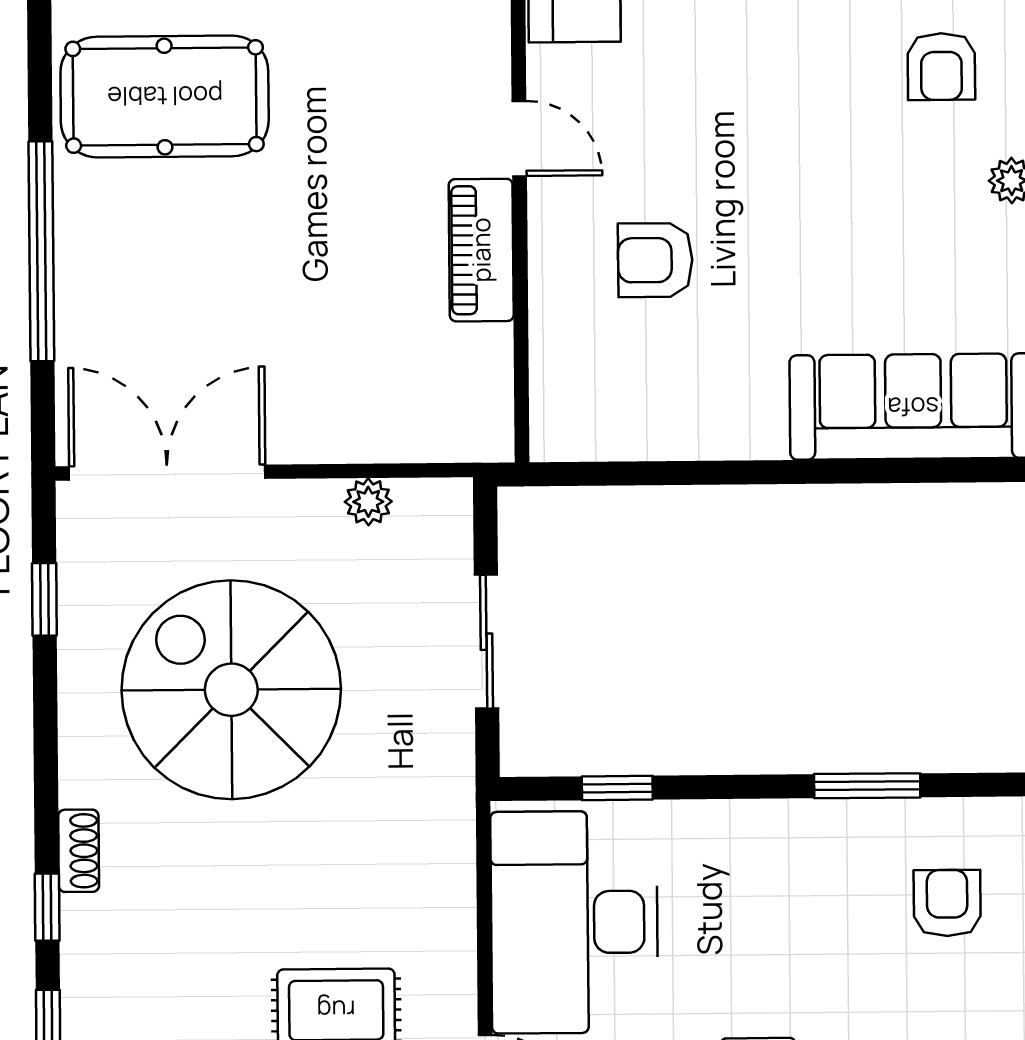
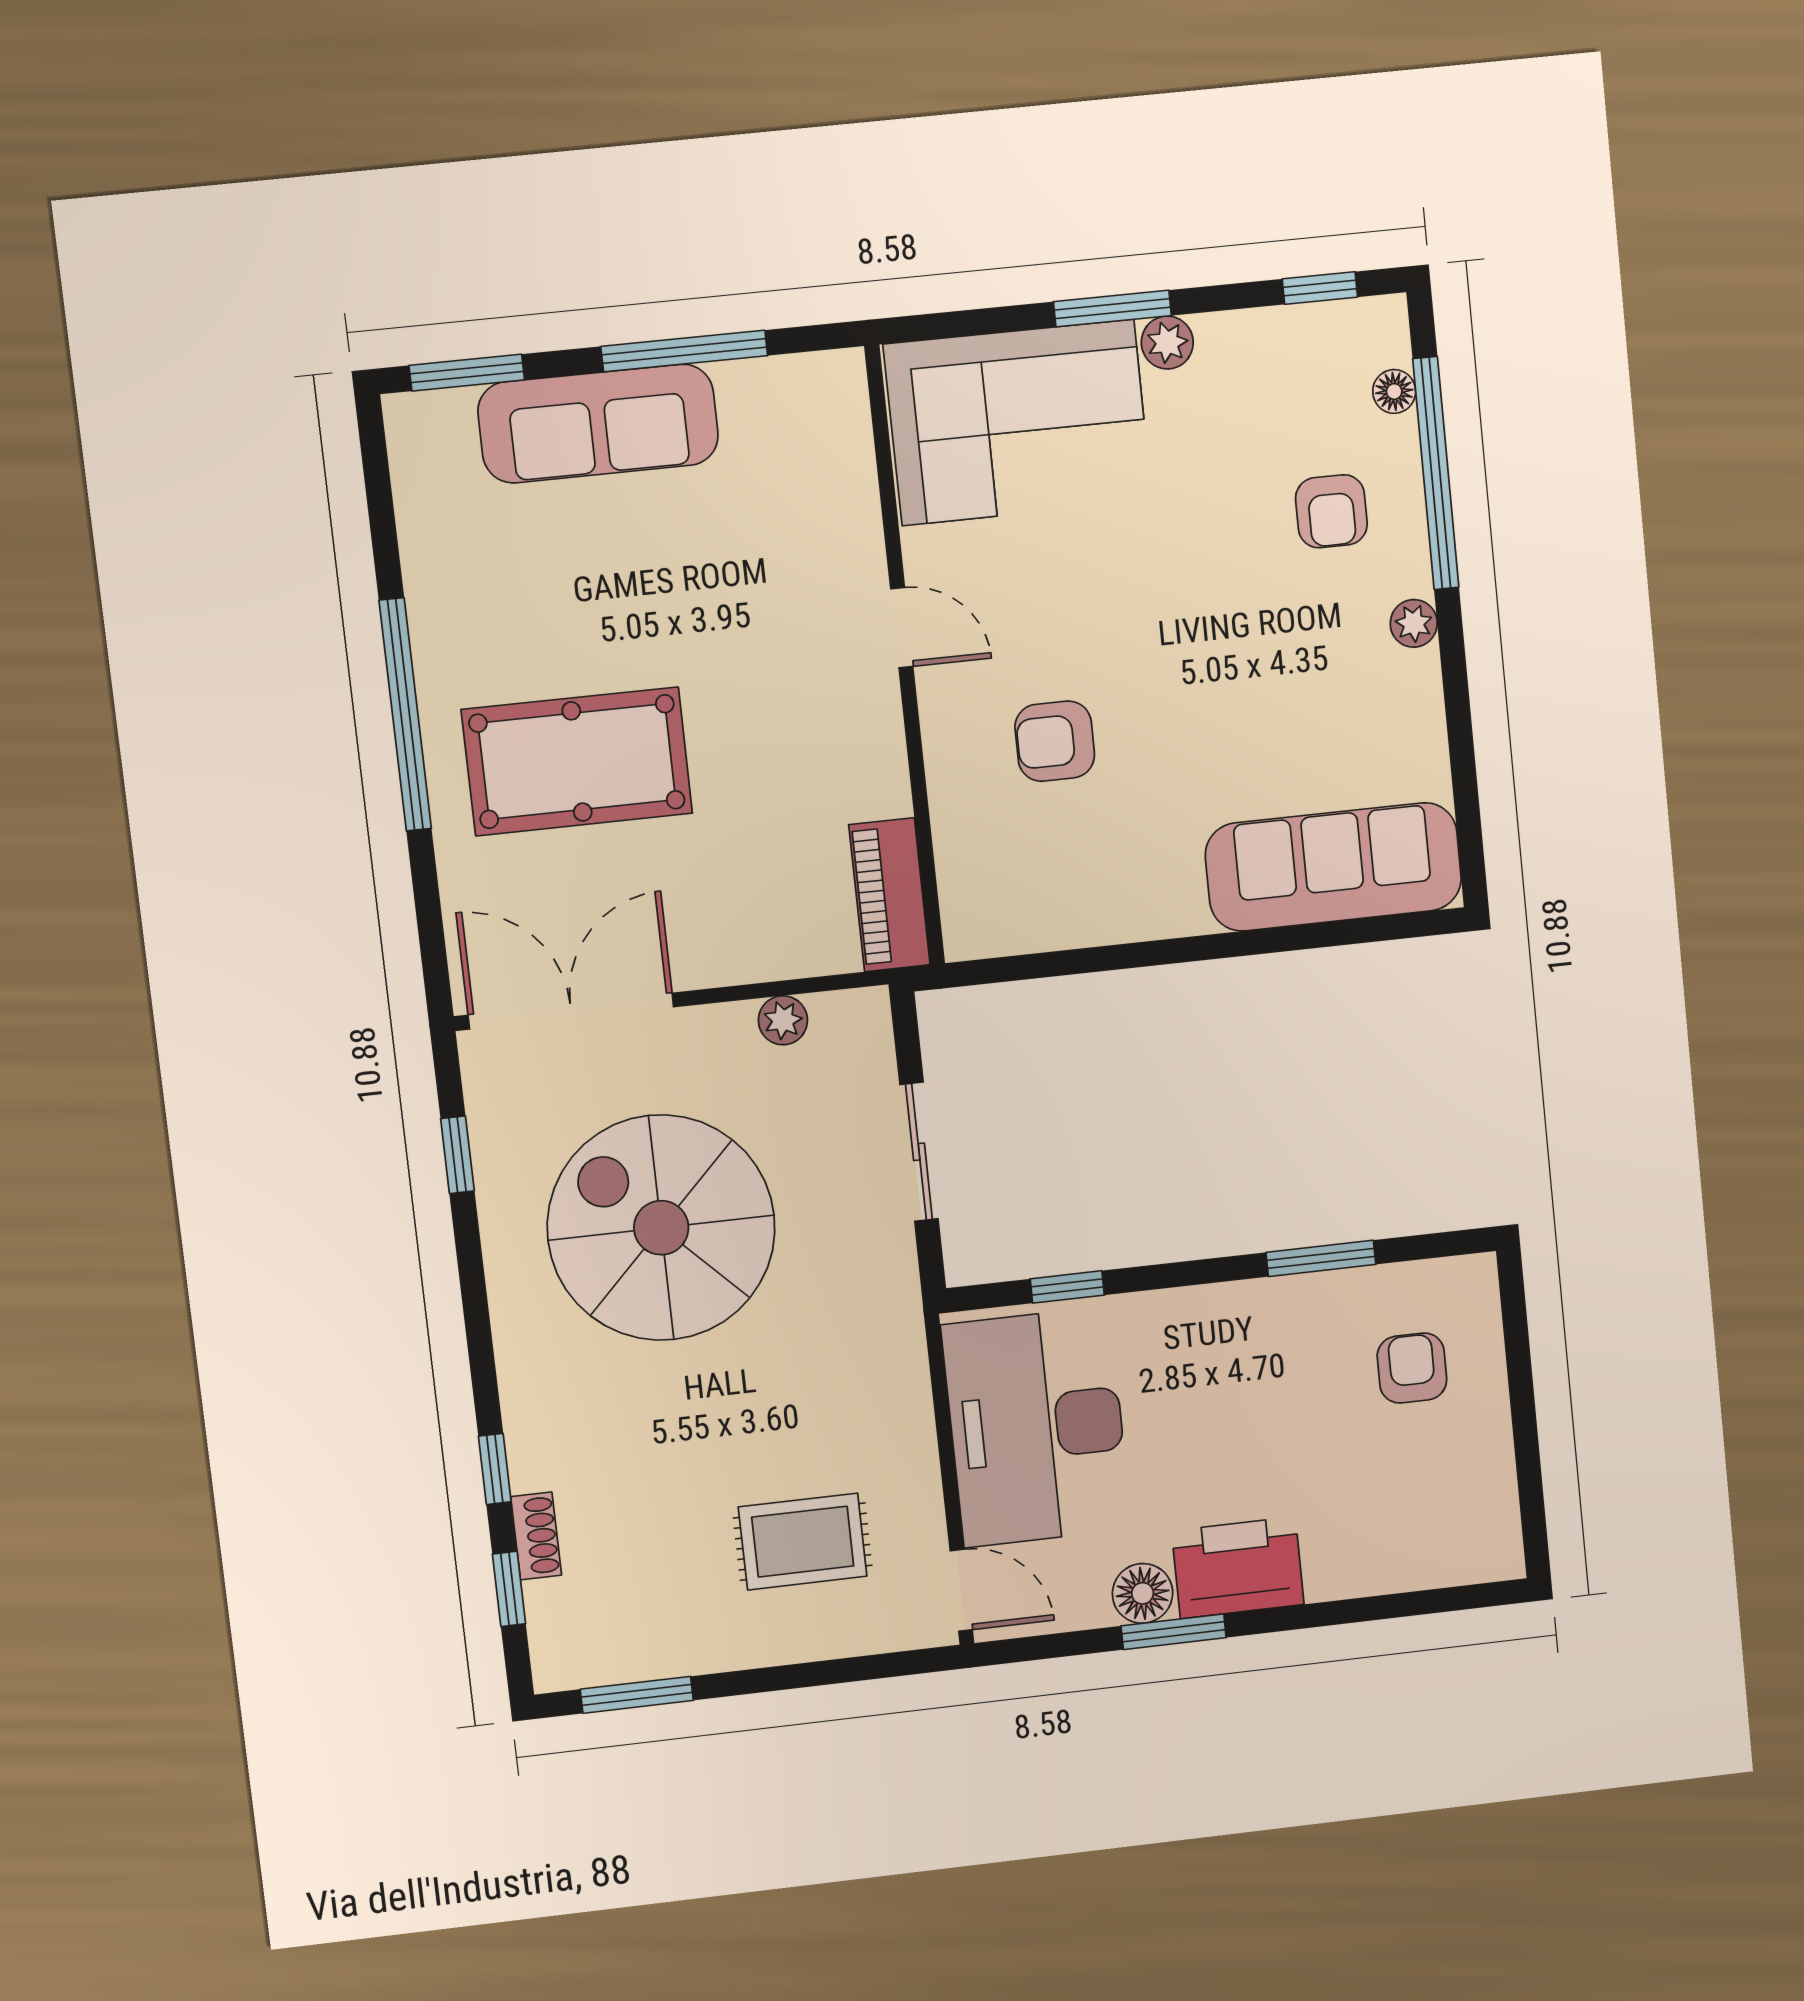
pool table: (165, 96) -> (577, 762), moved
piano: (481, 250) -> (889, 895), moved
window: (41, 251) -> (405, 715), moved
shoe rack: (79, 851) -> (536, 1536), moved

